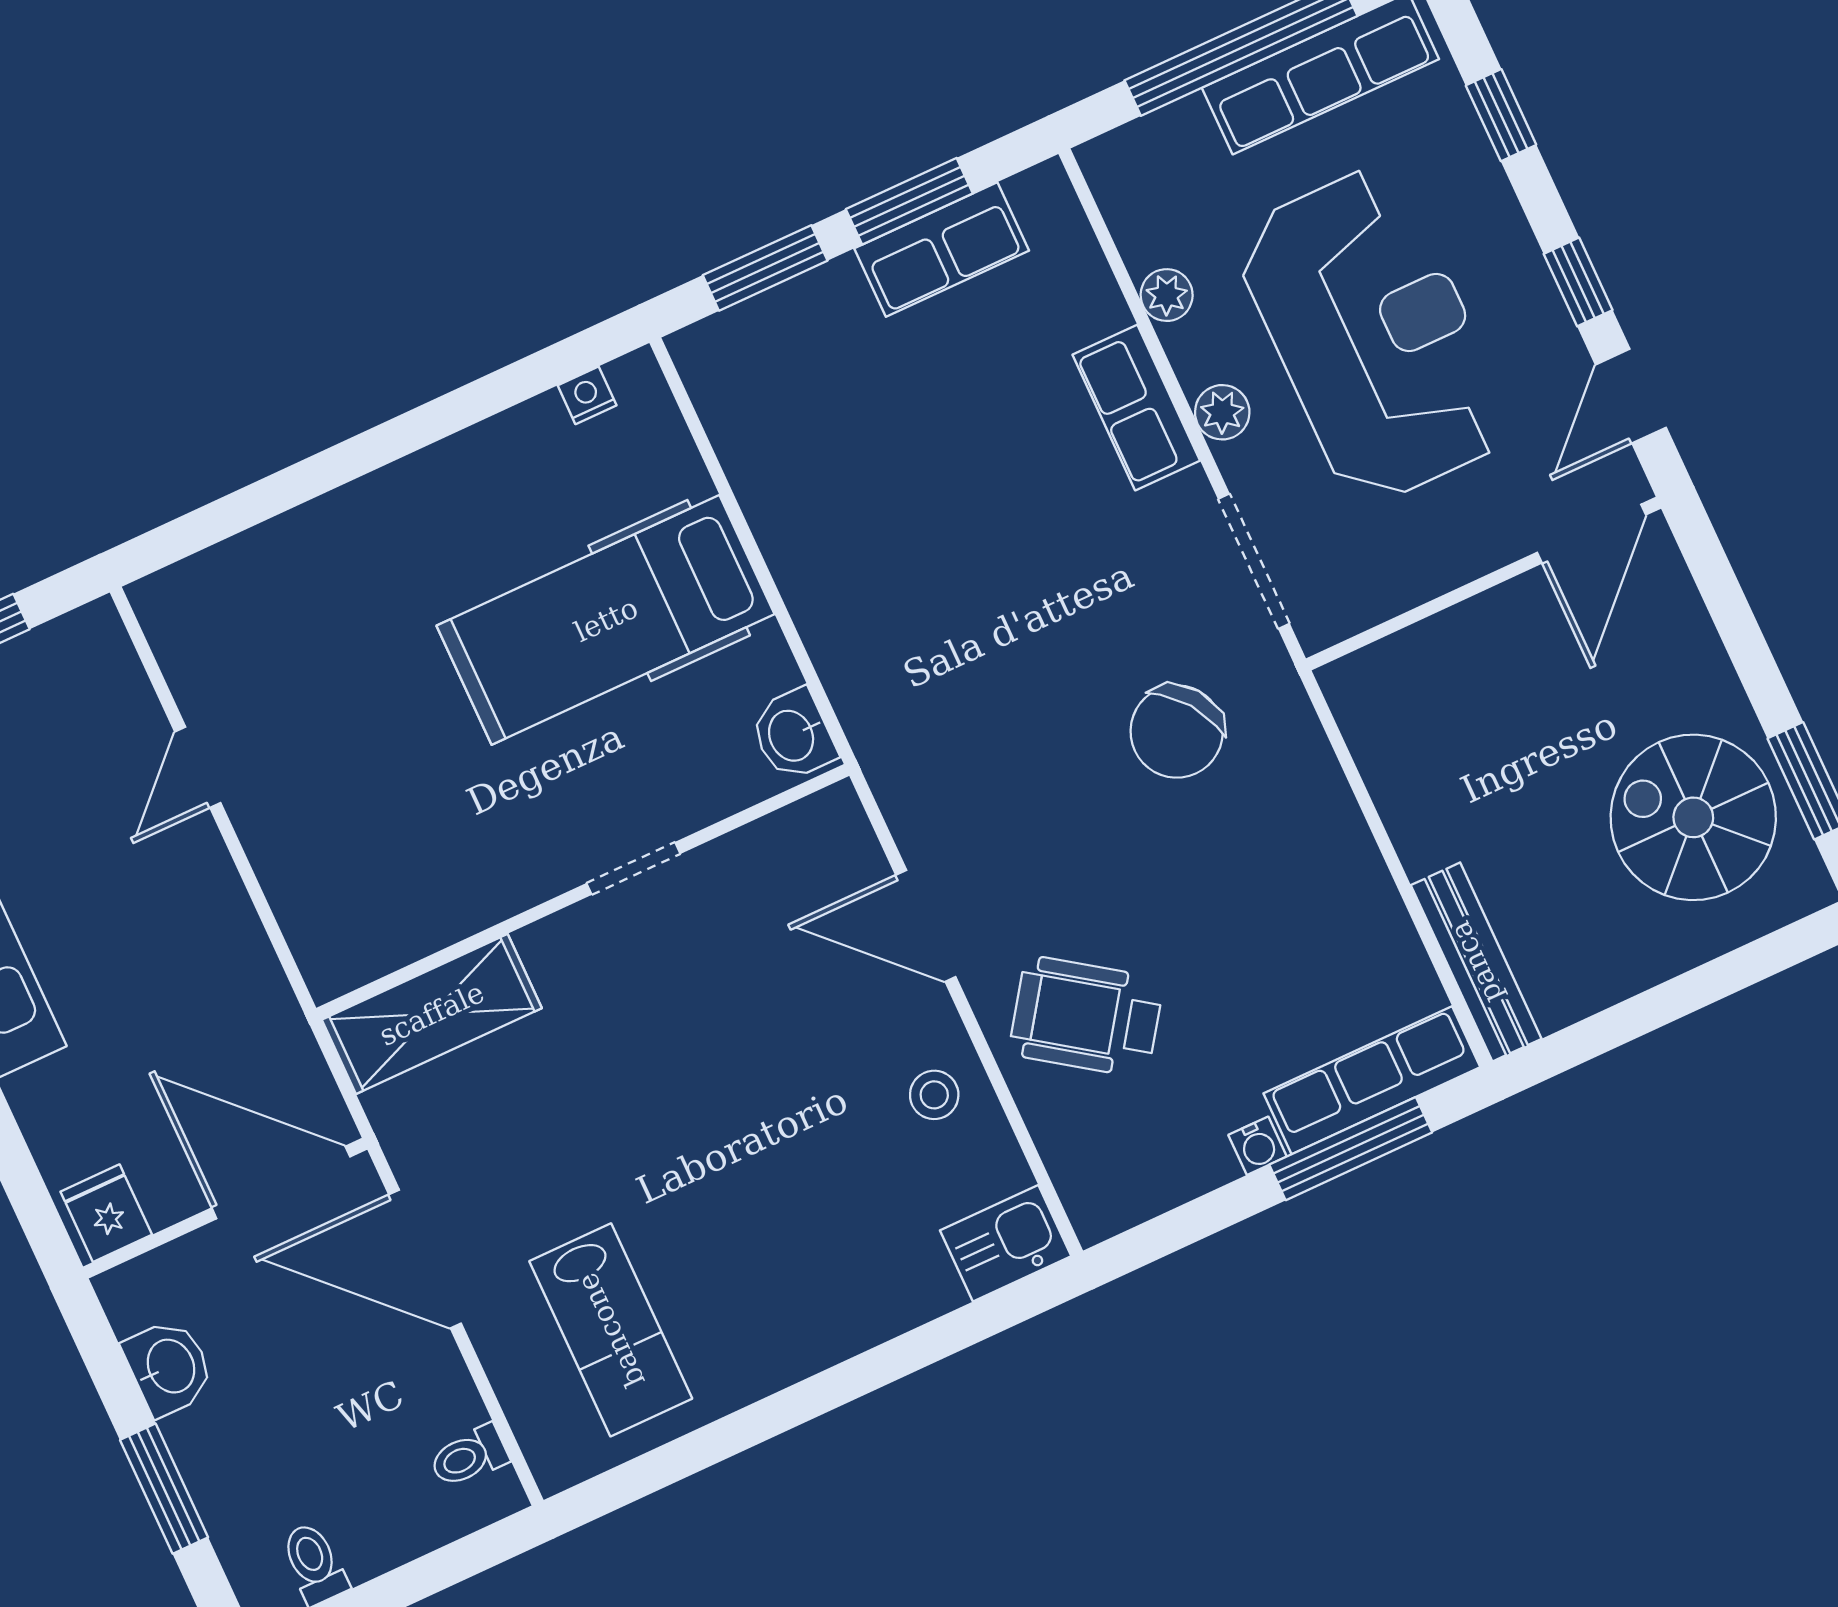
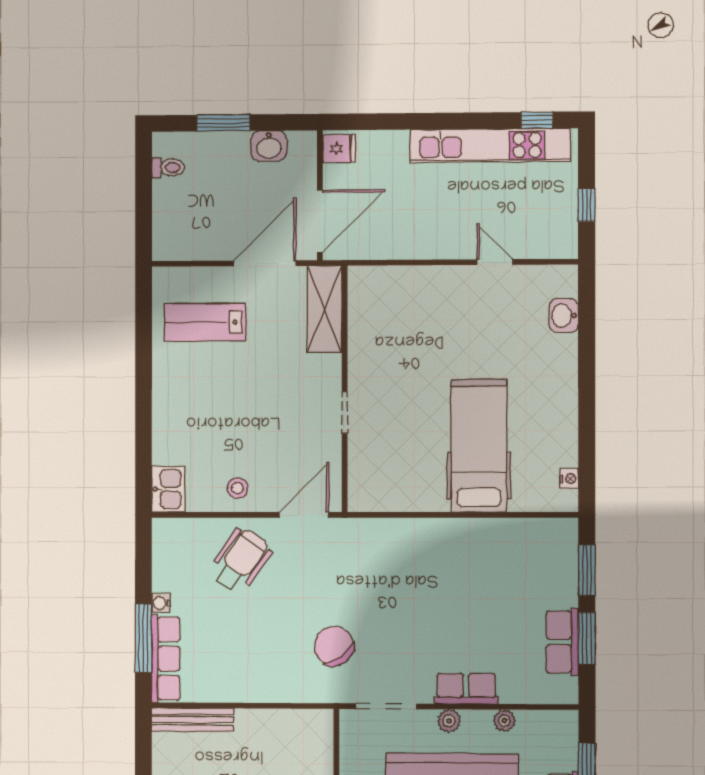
washbasin: (793, 735) -> (564, 315), moved, turned -90
doorway: (633, 868) -> (345, 412), moved
wall: (583, 892) -> (345, 389), moved
shelving: (432, 1014) -> (325, 309), moved
toilet: (469, 1456) -> (182, 246), removed

